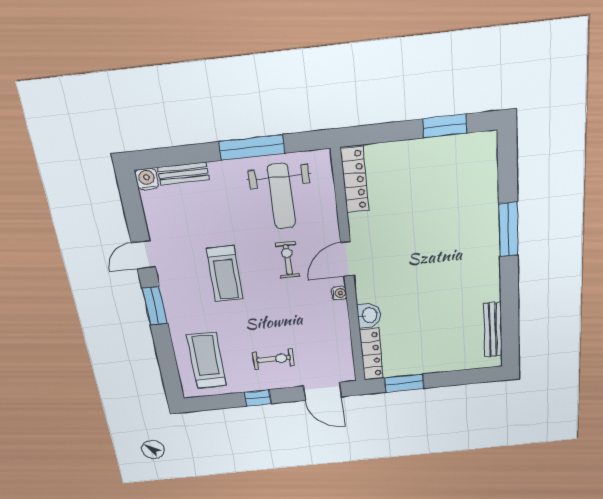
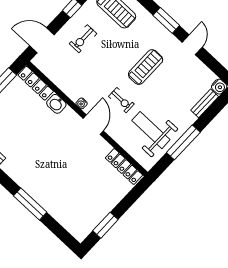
treadmill: (225, 274) -> (146, 67), turned 90

